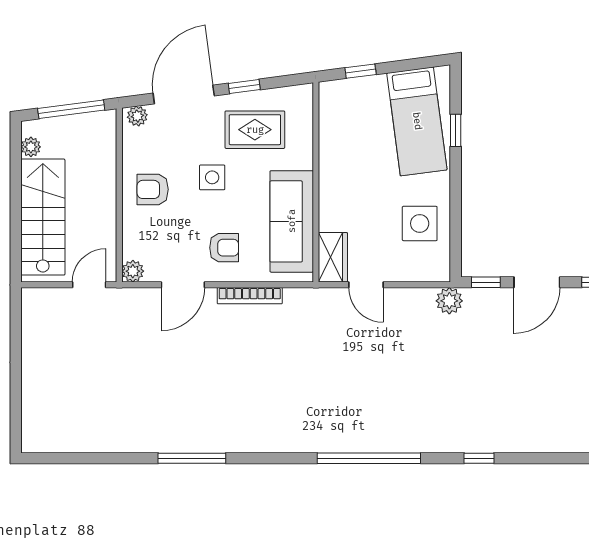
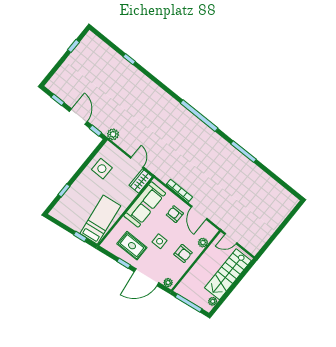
bed: (417, 121) -> (100, 220), moved
plant: (133, 271) -> (203, 243), moved
door: (537, 282) -> (78, 117), hinge flipped
door: (183, 285) -> (199, 213), swing flipped
window: (369, 458) -> (199, 116), moved
window: (479, 458) -> (129, 59), moved

